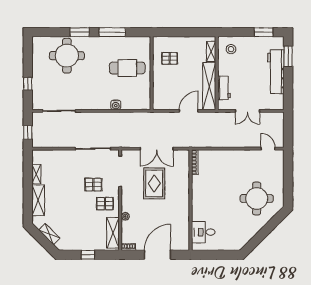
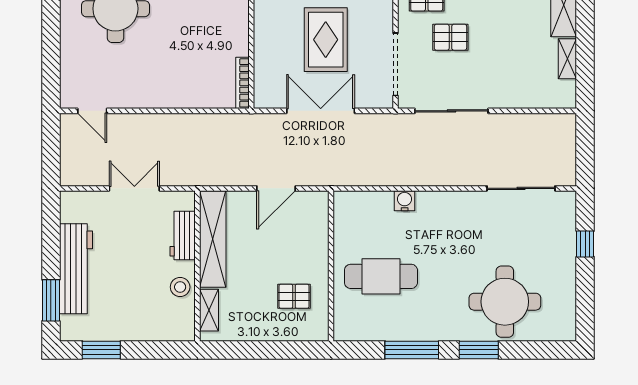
stool: (231, 49) -> (180, 287), moved
door: (189, 111) -> (276, 188), moved
window: (28, 132) -> (585, 144), removed

